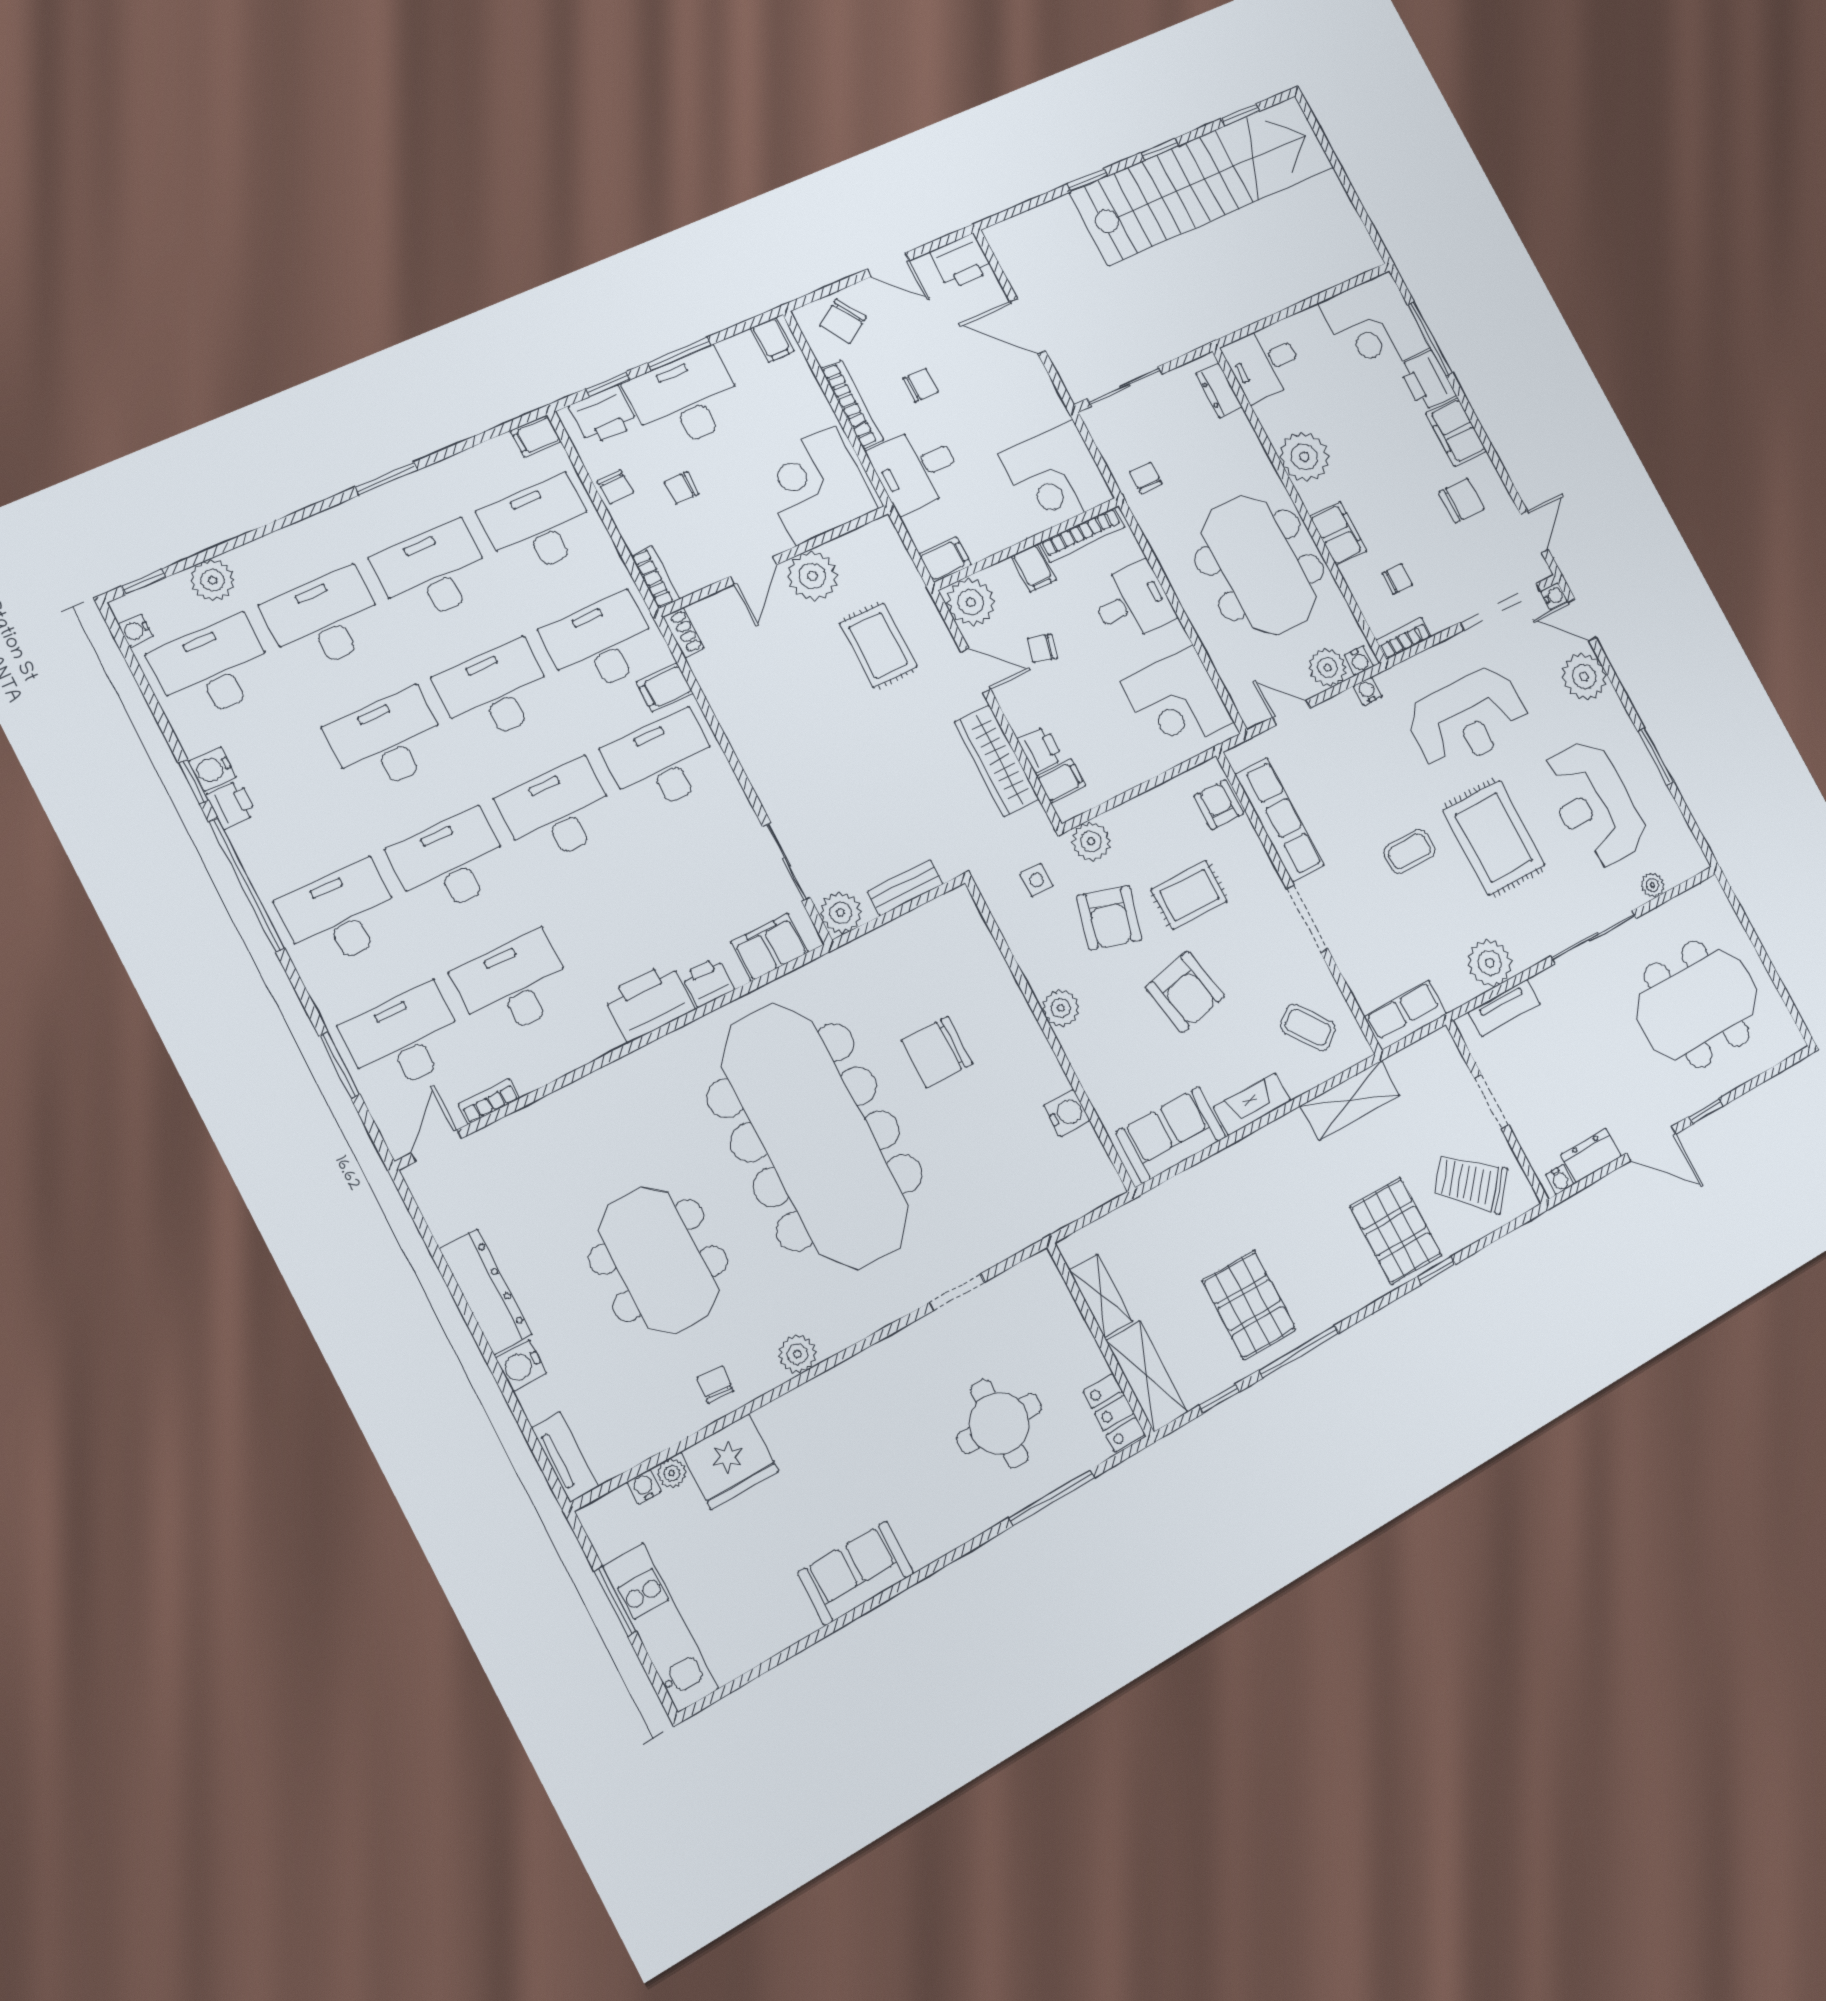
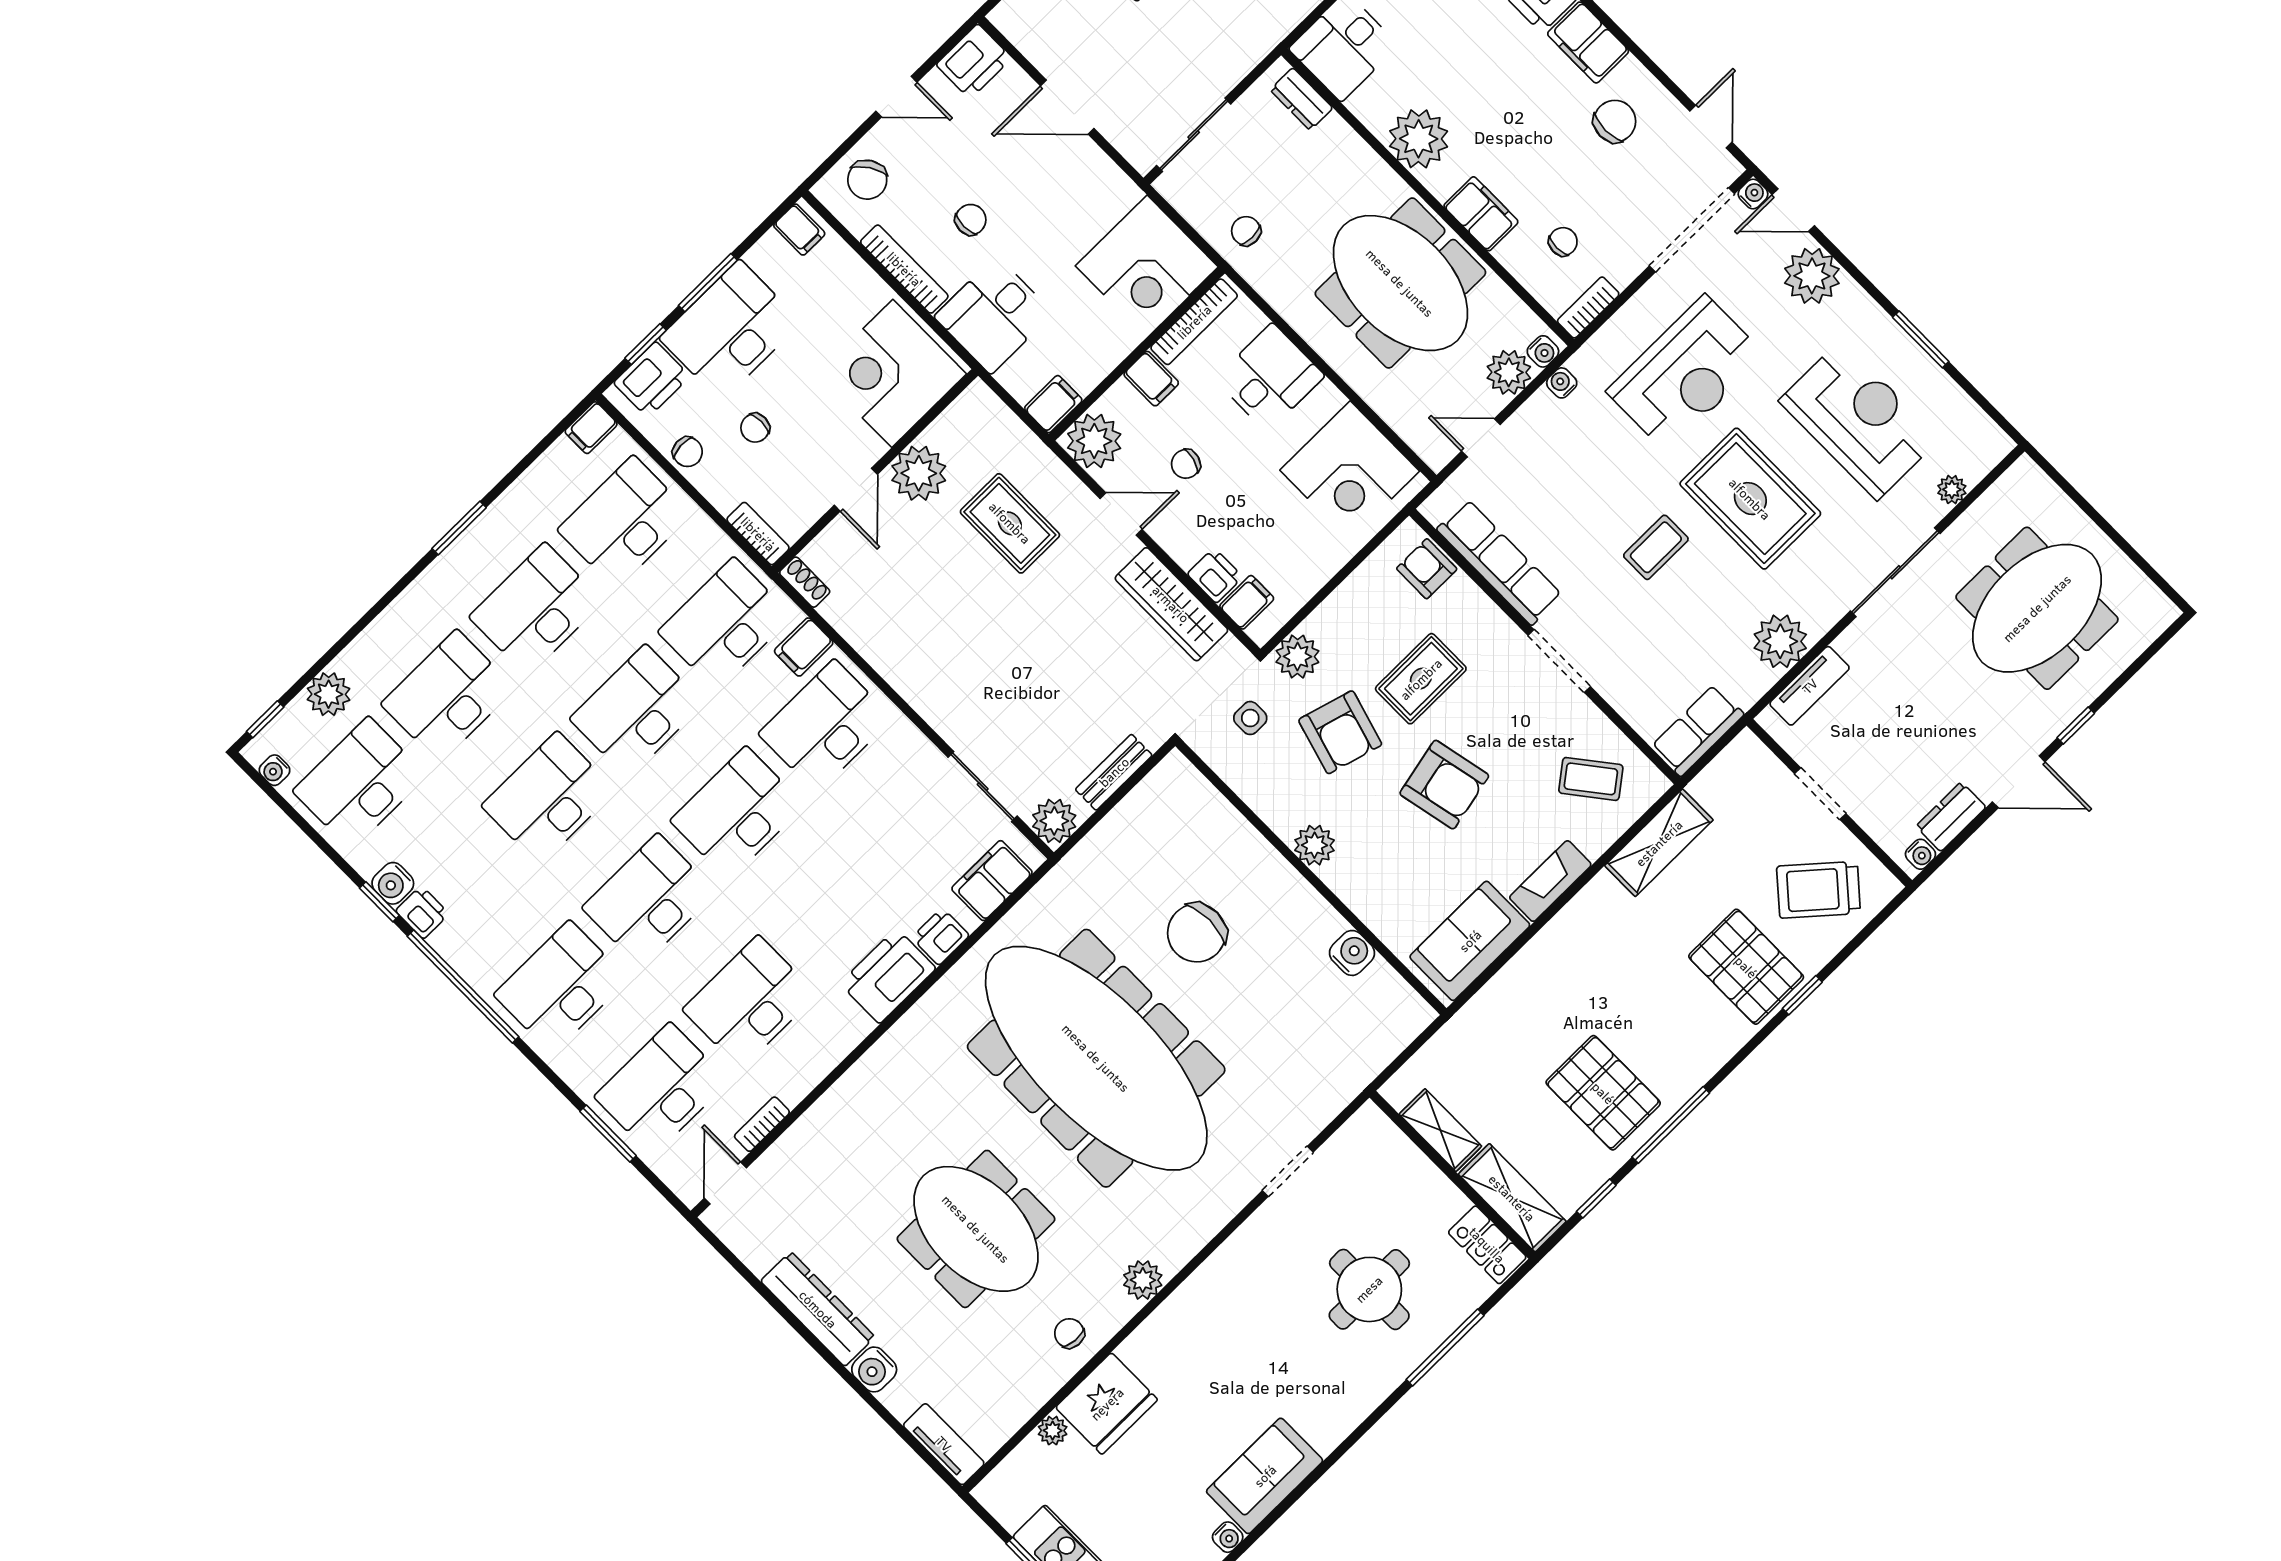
reception desk: (1594, 804) -> (1859, 420), turned 180
water cooler: (644, 1487) -> (1228, 1537), moved, turned 180

